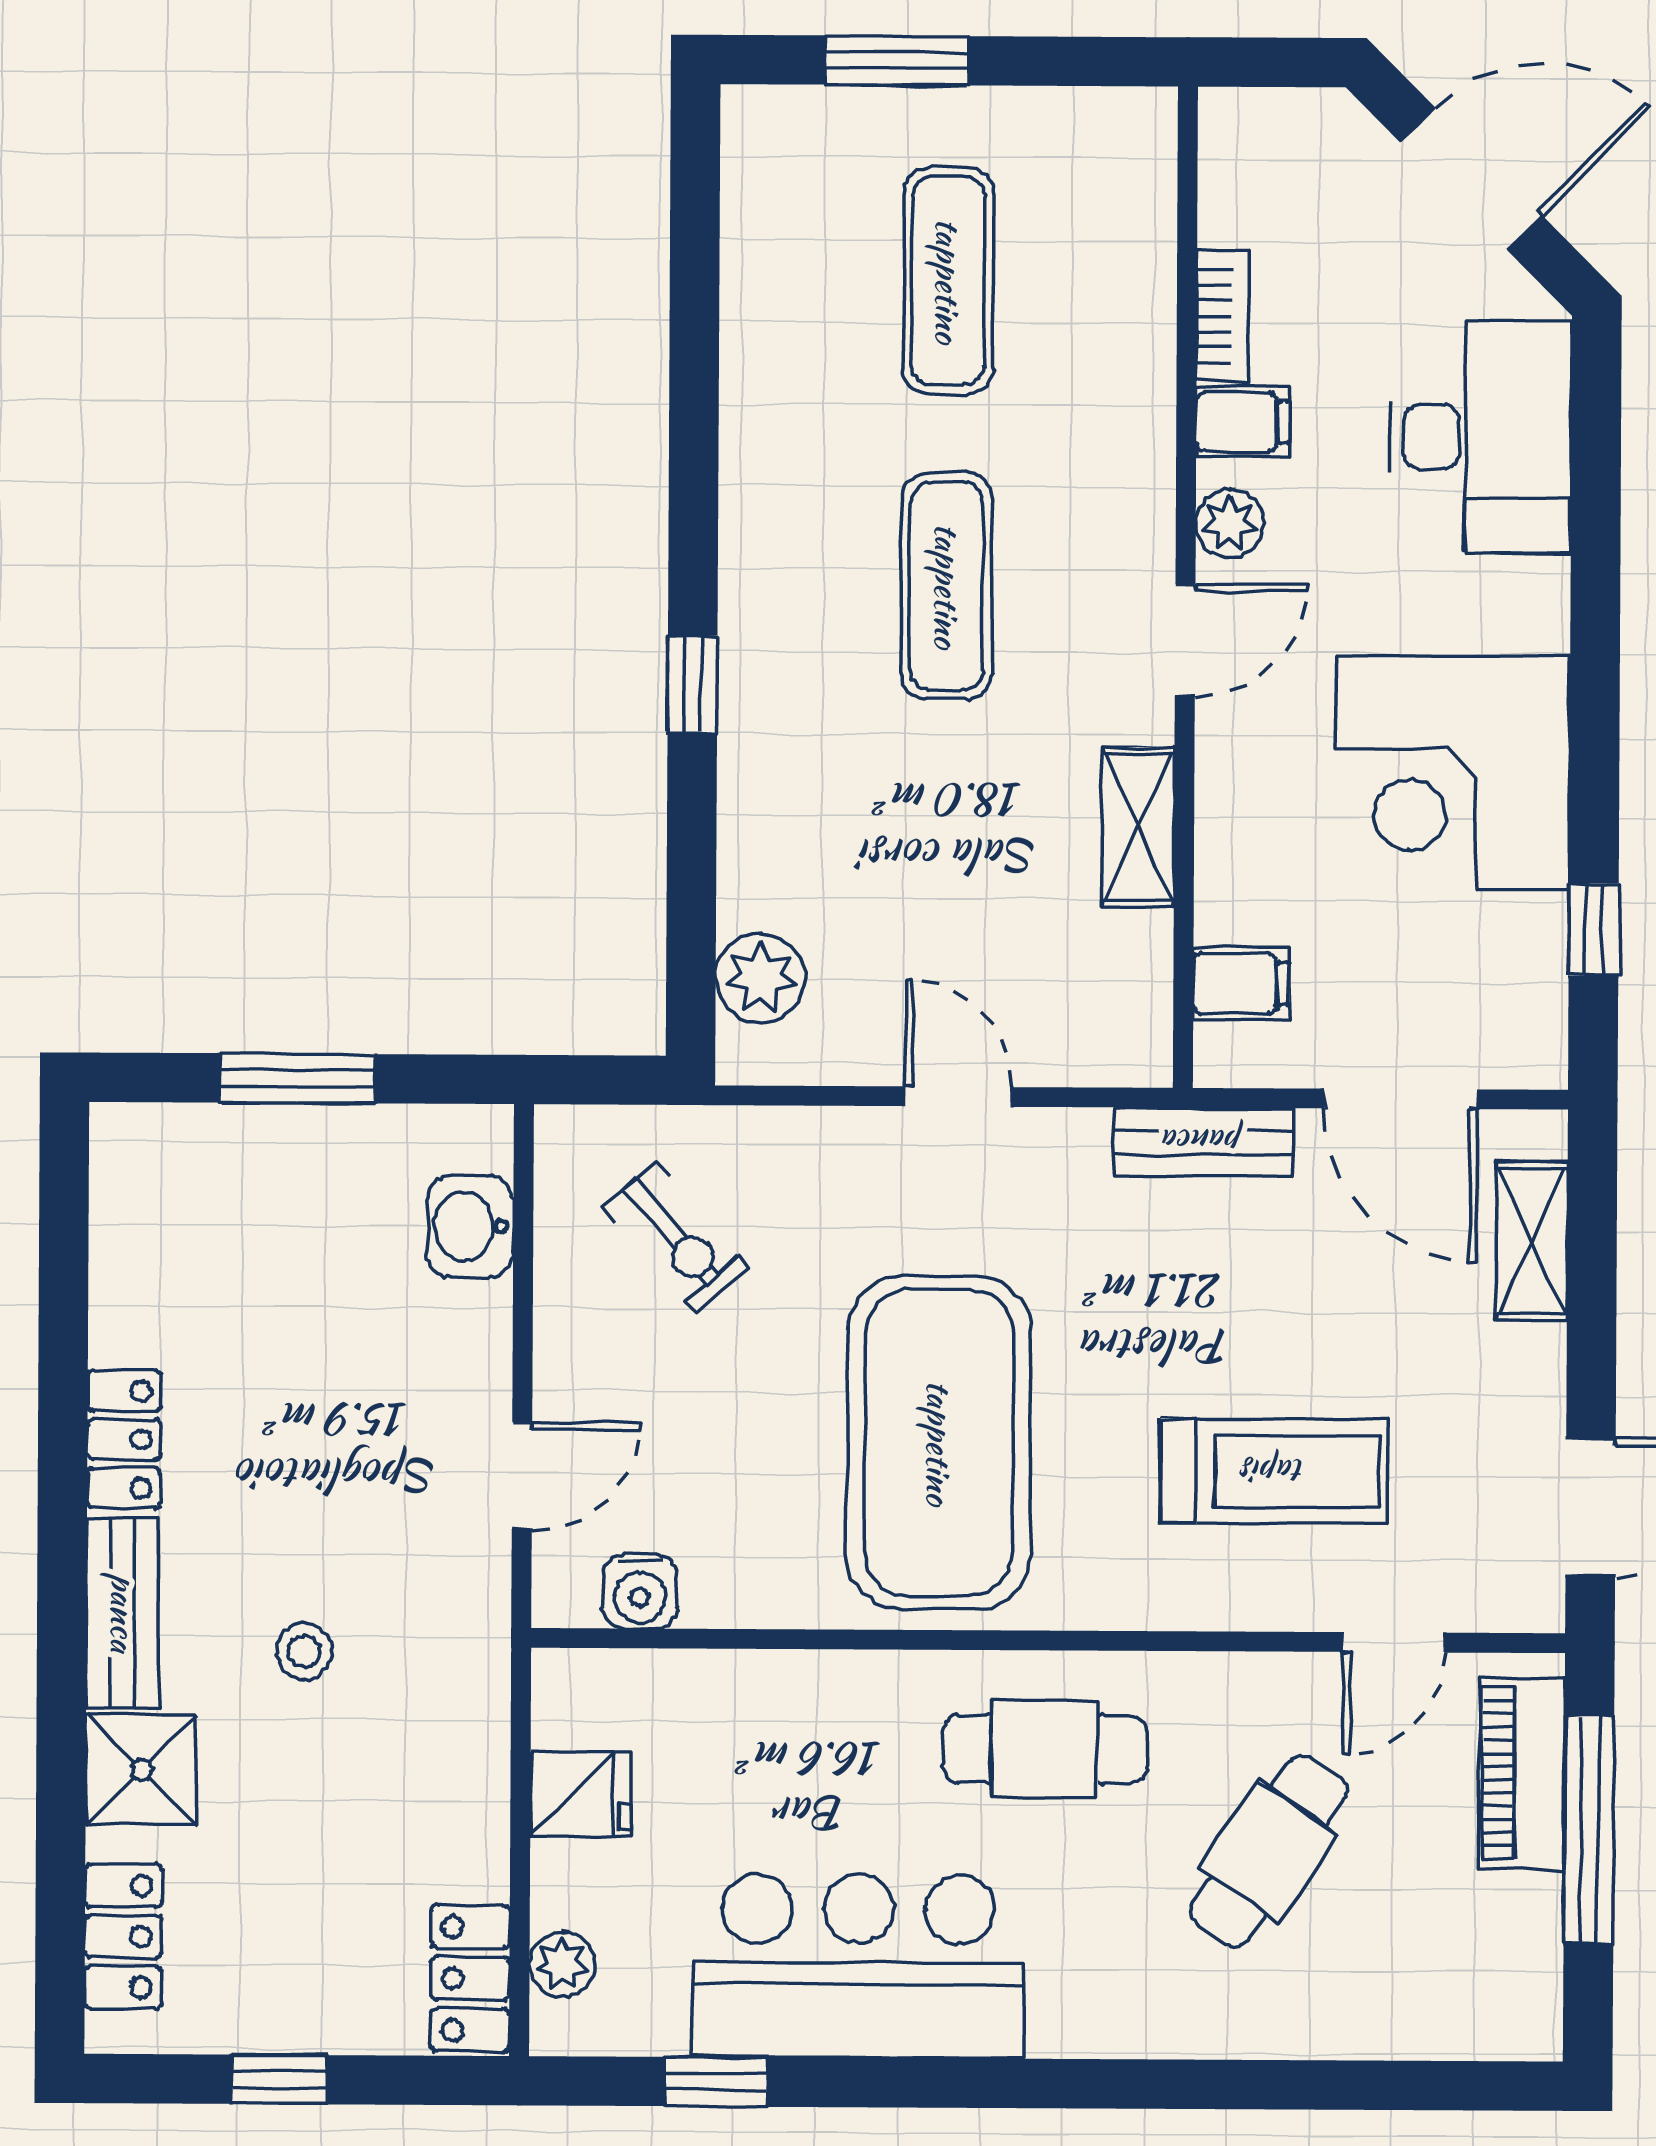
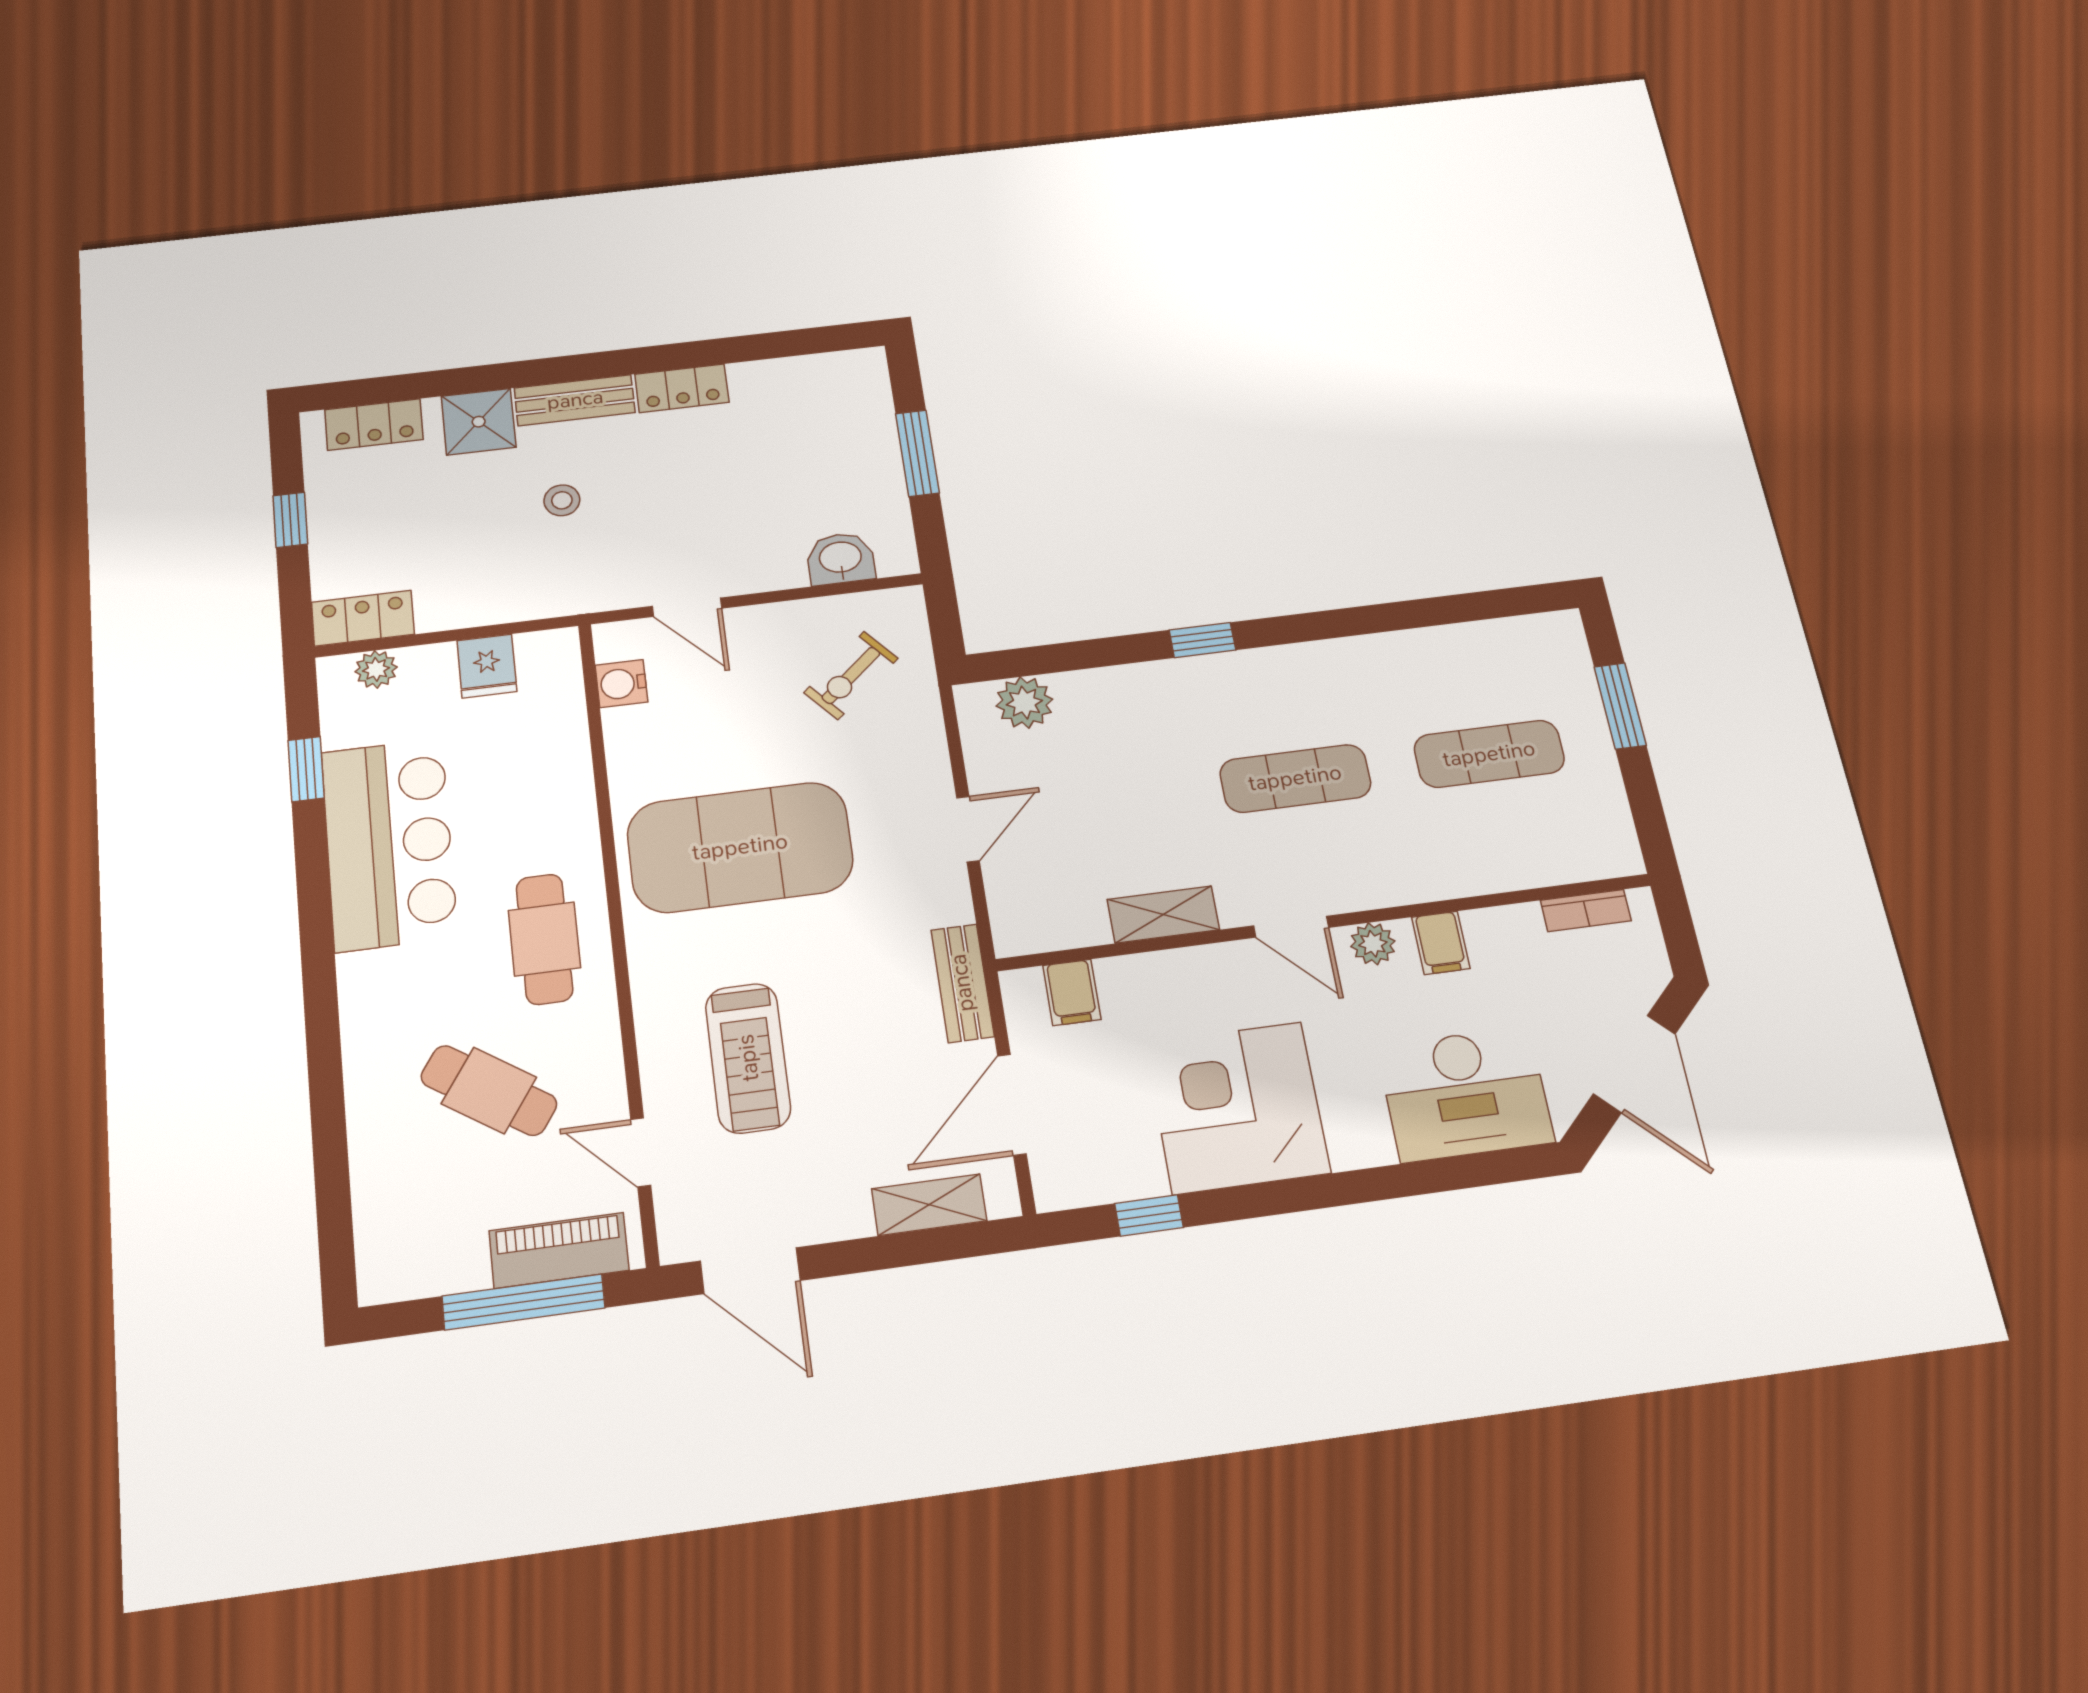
bookcase: (1223, 316) -> (1586, 910), moved

